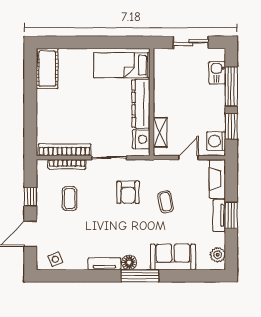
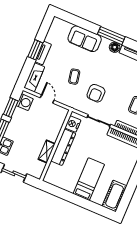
bed: (122, 65) -> (89, 179), moved, turned -90
shelving: (160, 132) -> (47, 151), moved
door: (189, 158) -> (47, 99), swing flipped
armchair: (128, 192) -> (96, 93), turned 180
plant: (218, 255) -> (55, 28), removed

